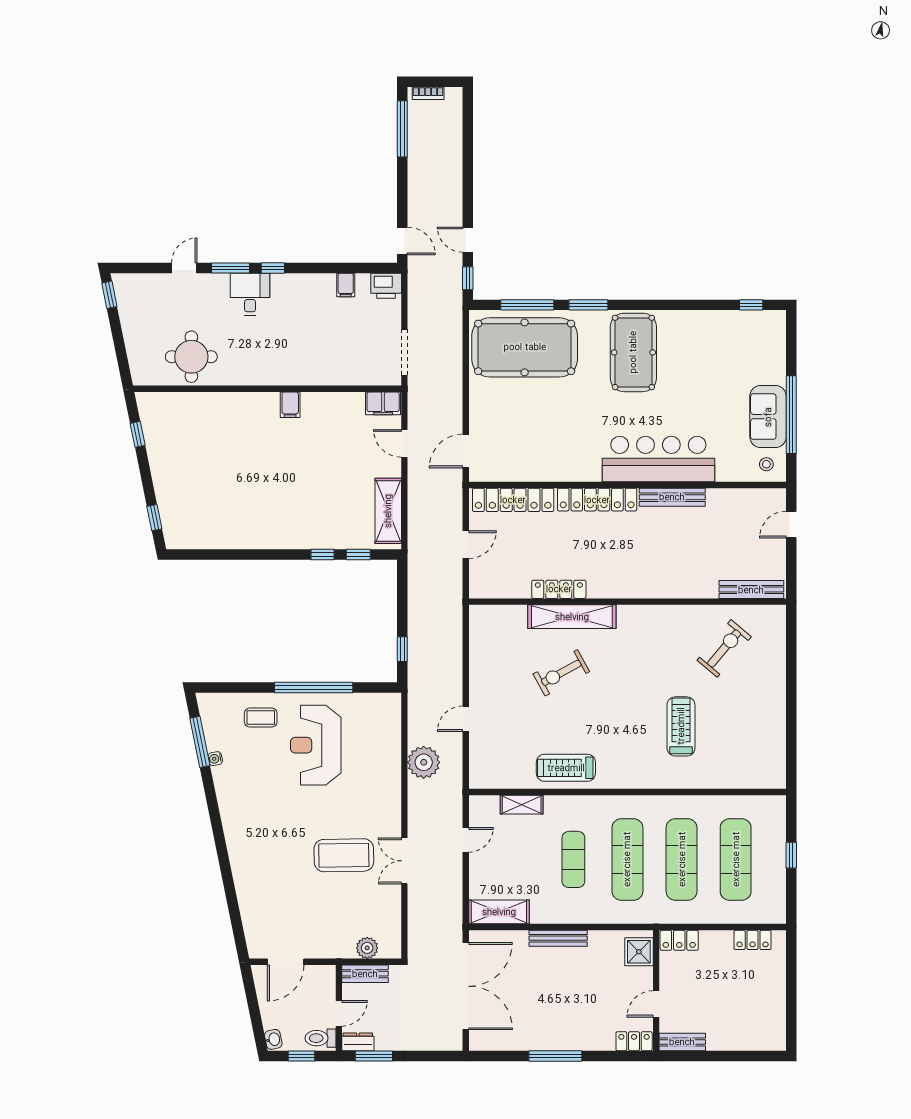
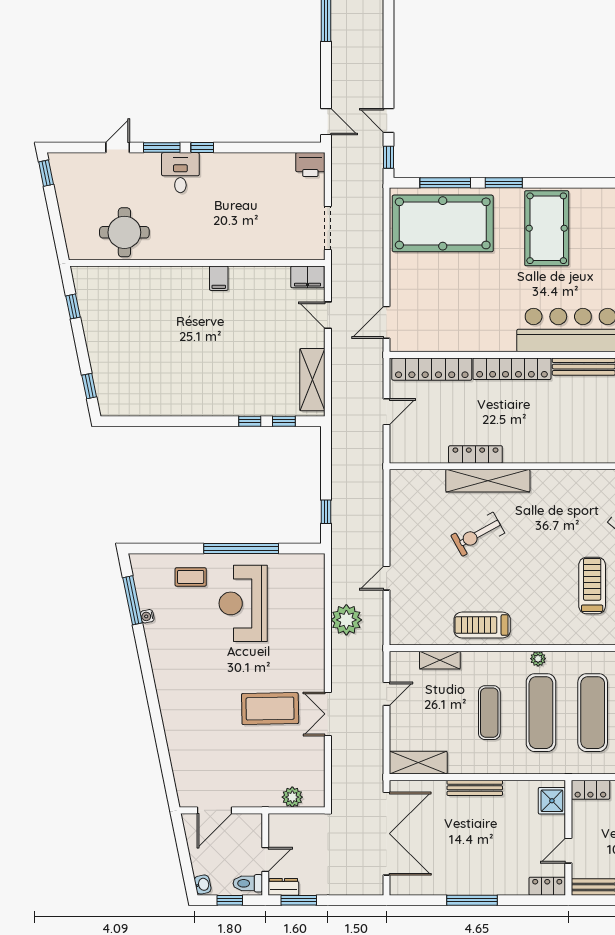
filing cabinet: (346, 285) -> (272, 164), removed
plant: (624, 803) -> (538, 659), added
bench: (365, 974) -> (290, 822), removed

